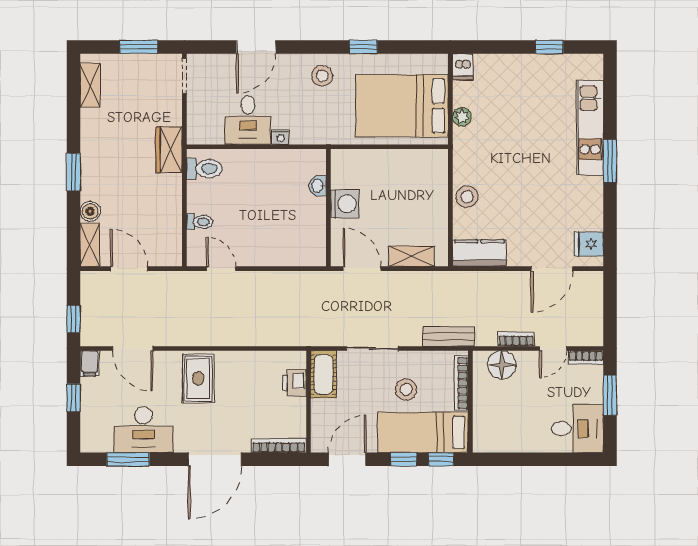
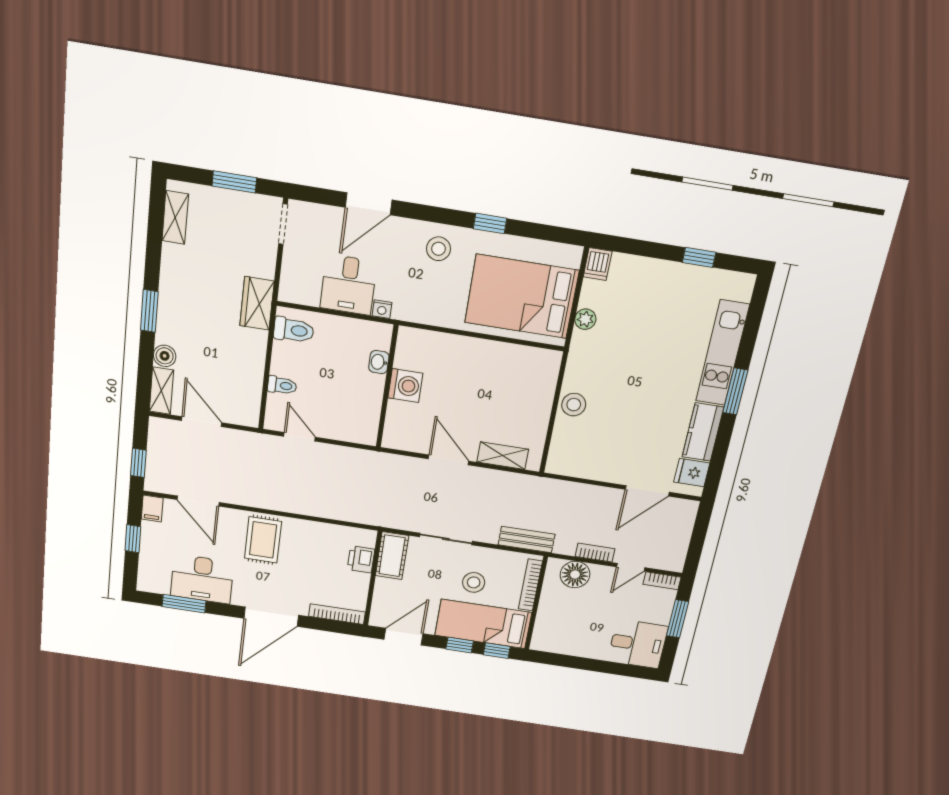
washbasin: (318, 186) -> (379, 362), moved
washing machine: (345, 204) -> (405, 386), moved
wall: (328, 208) -> (387, 387), moved
kitchen counter: (479, 253) -> (703, 432), moved, turned -90

